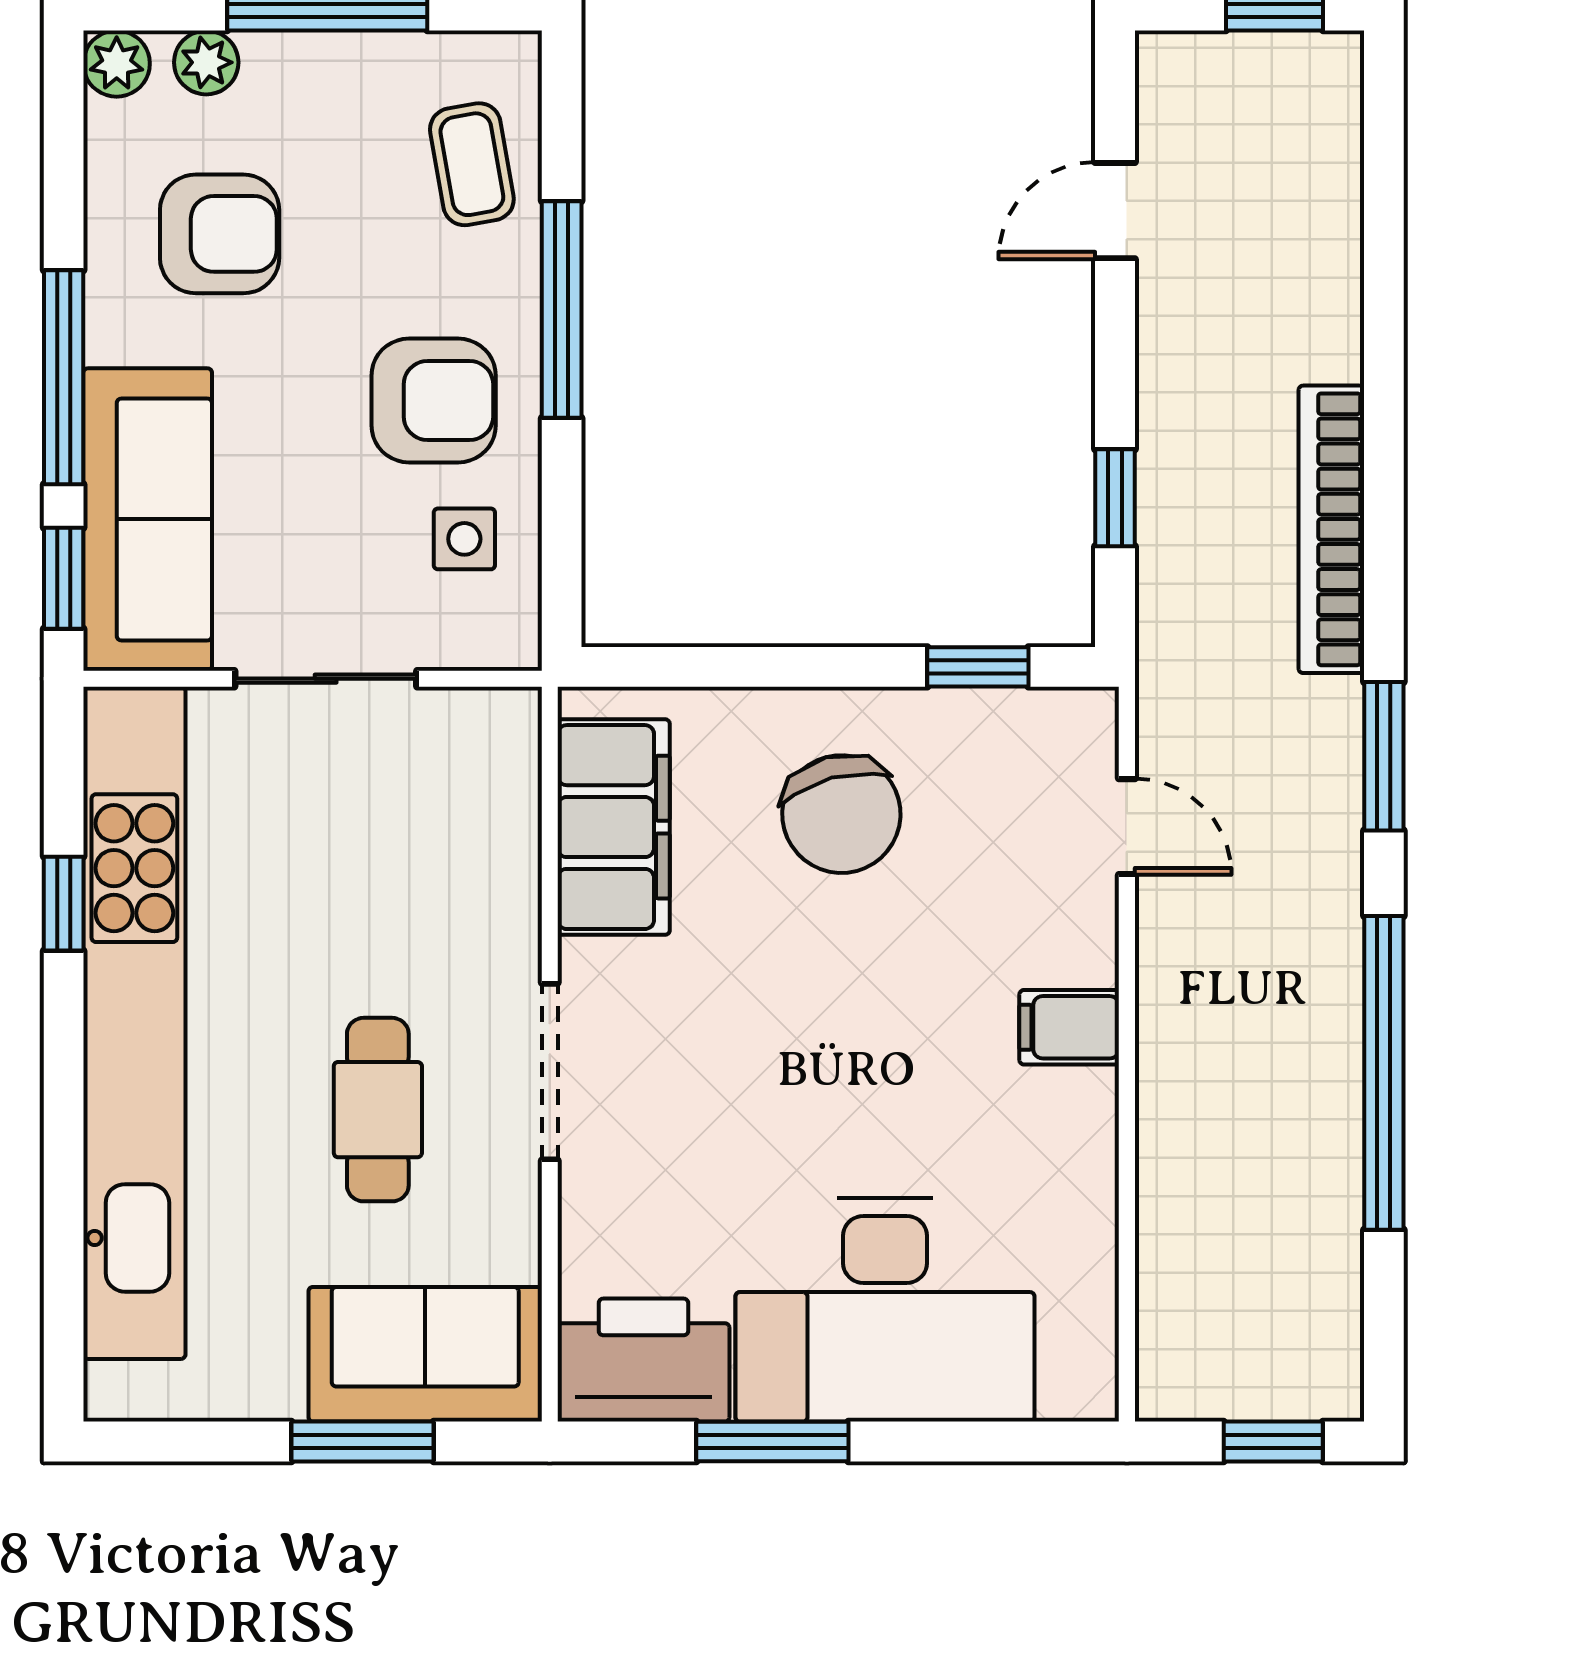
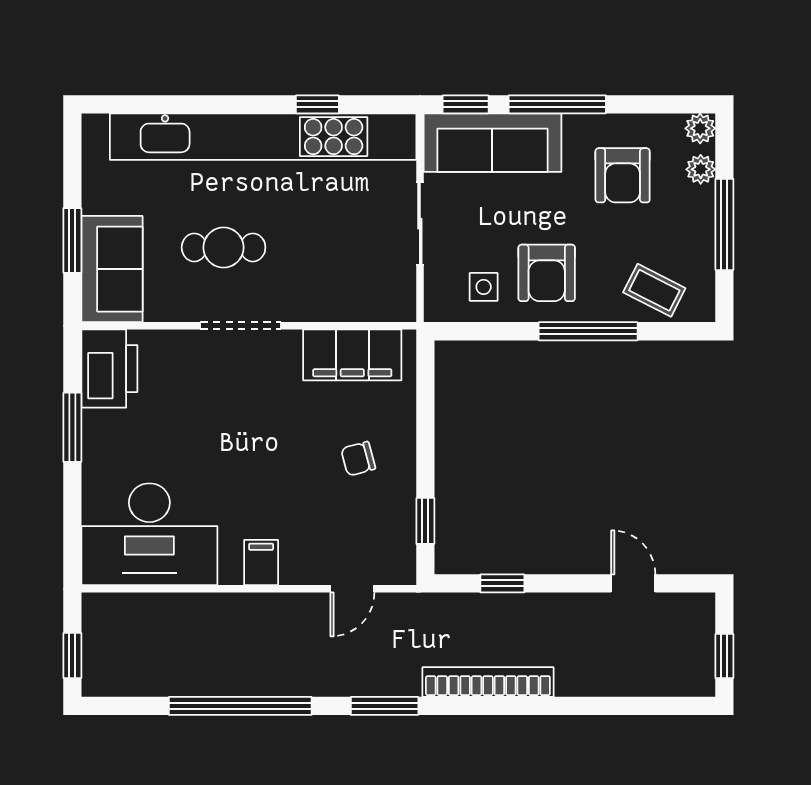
coffee table: (472, 164) -> (654, 290), turned 37
chair: (841, 814) -> (358, 459), width x0.54, depth x0.54
desk: (885, 1310) -> (149, 534), moved, turned -90

